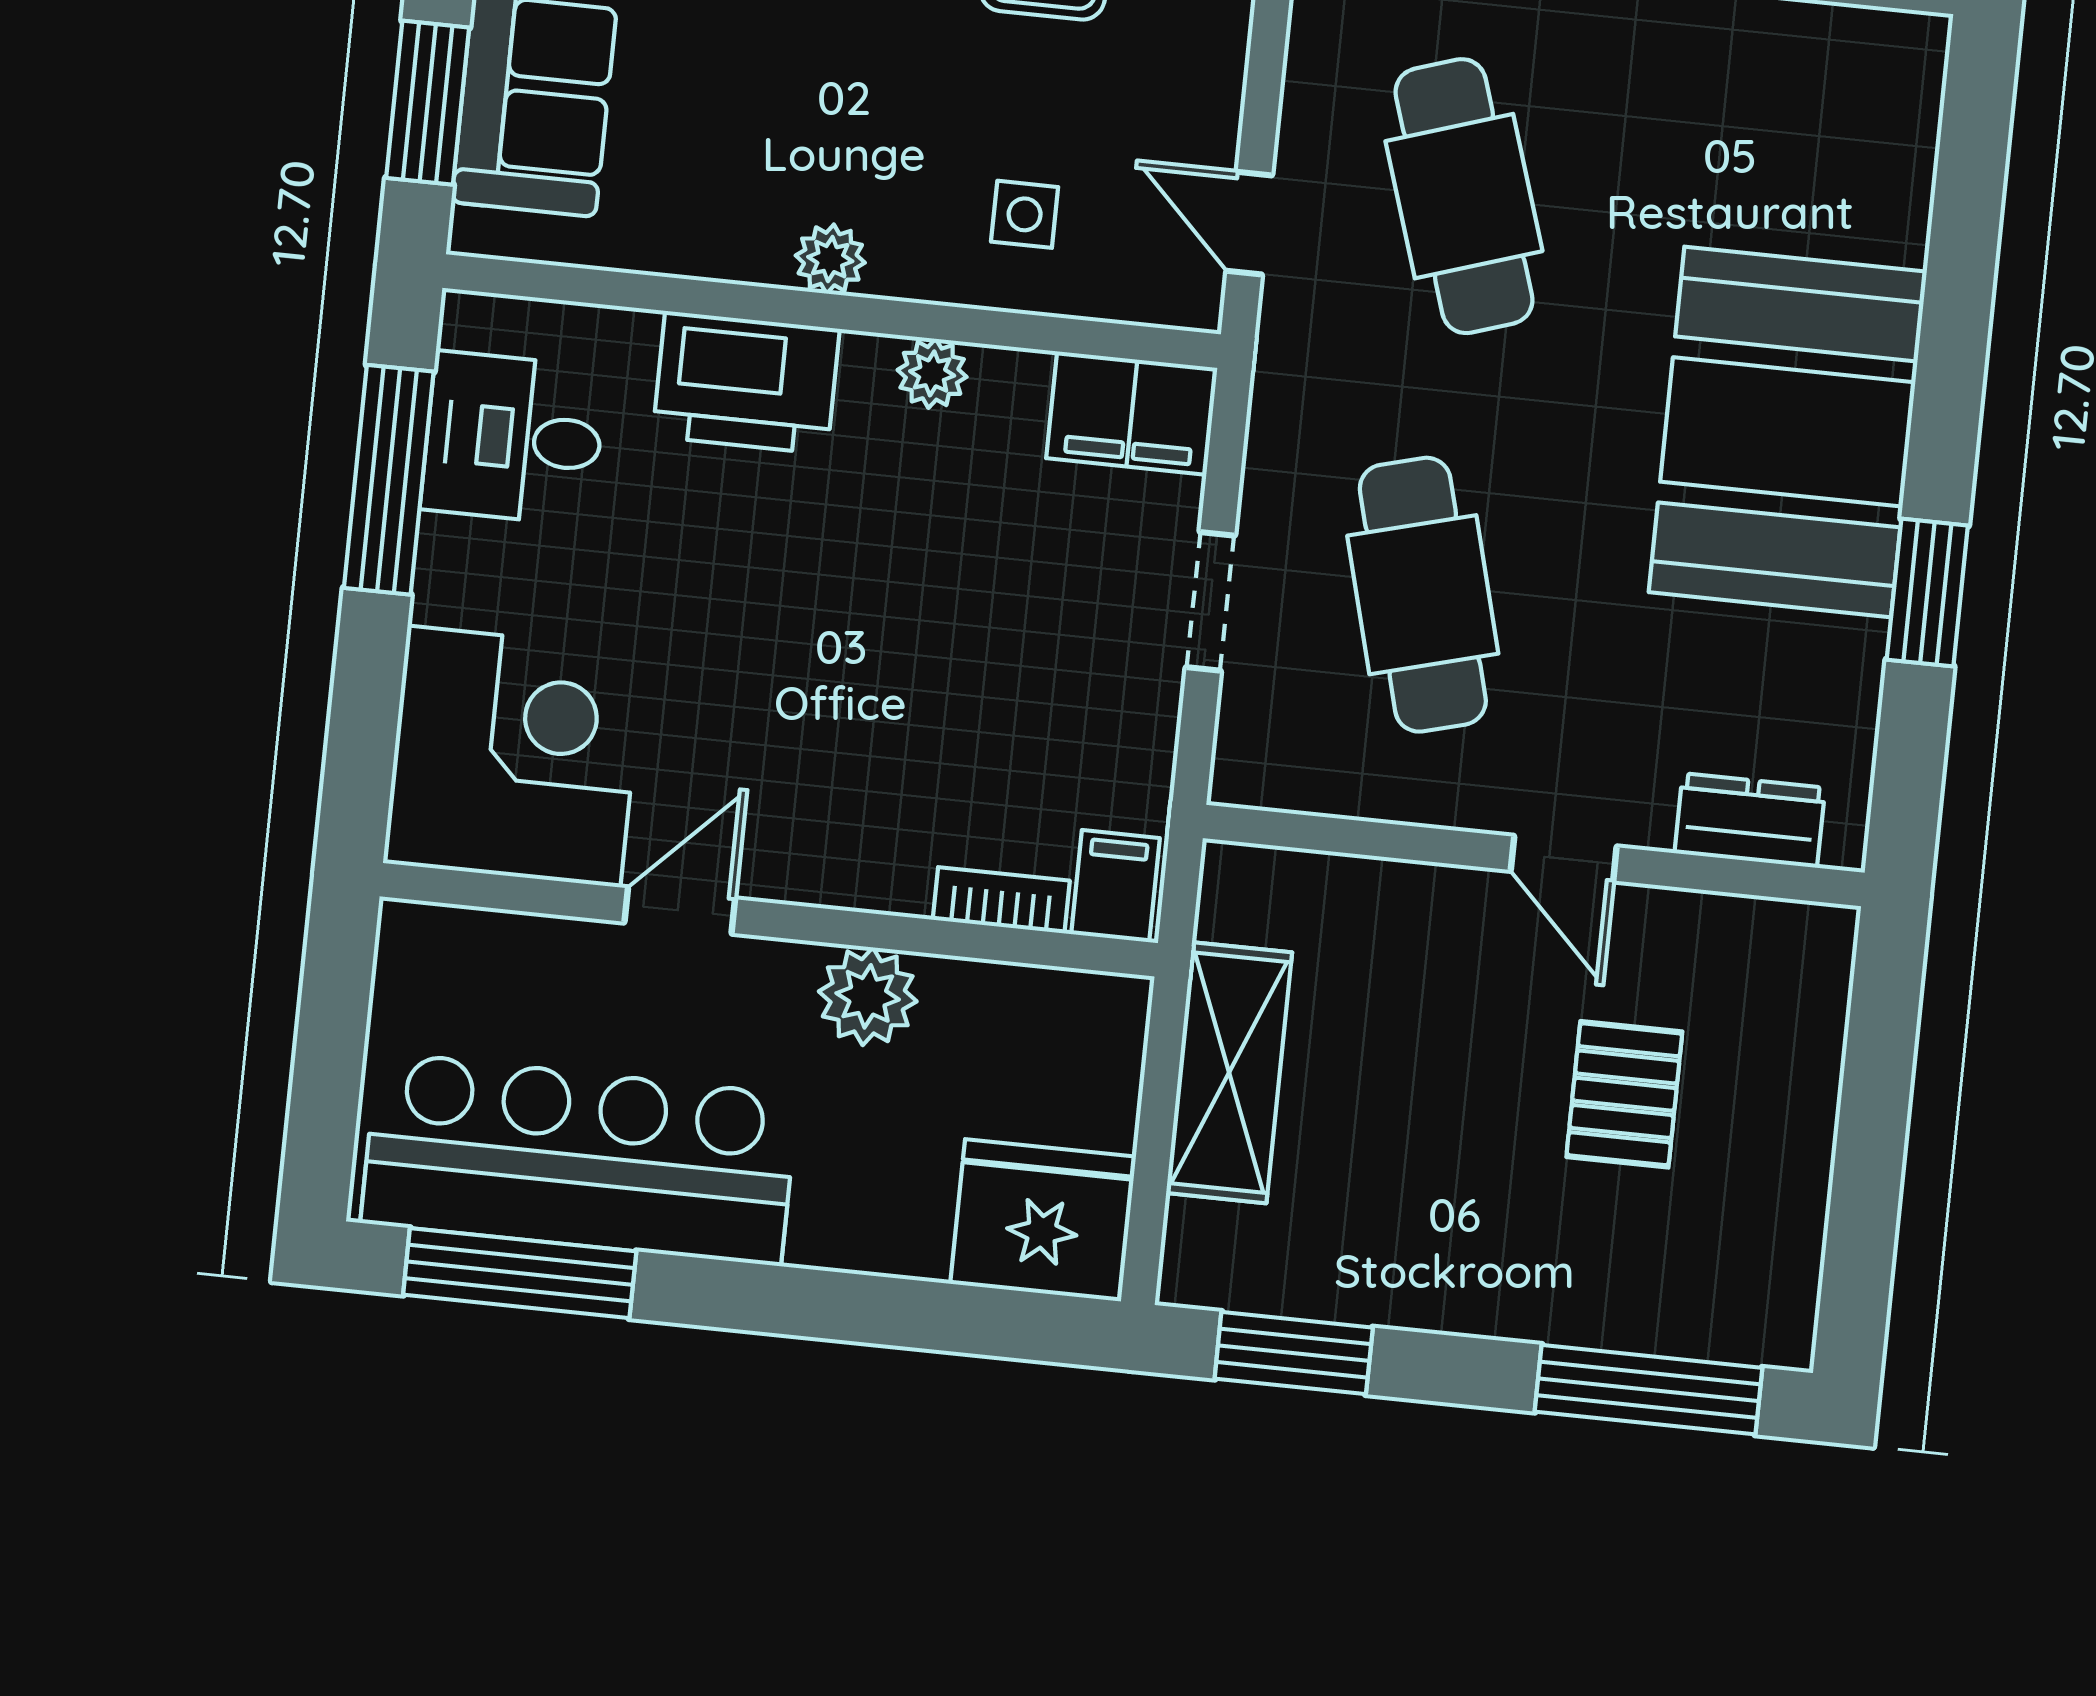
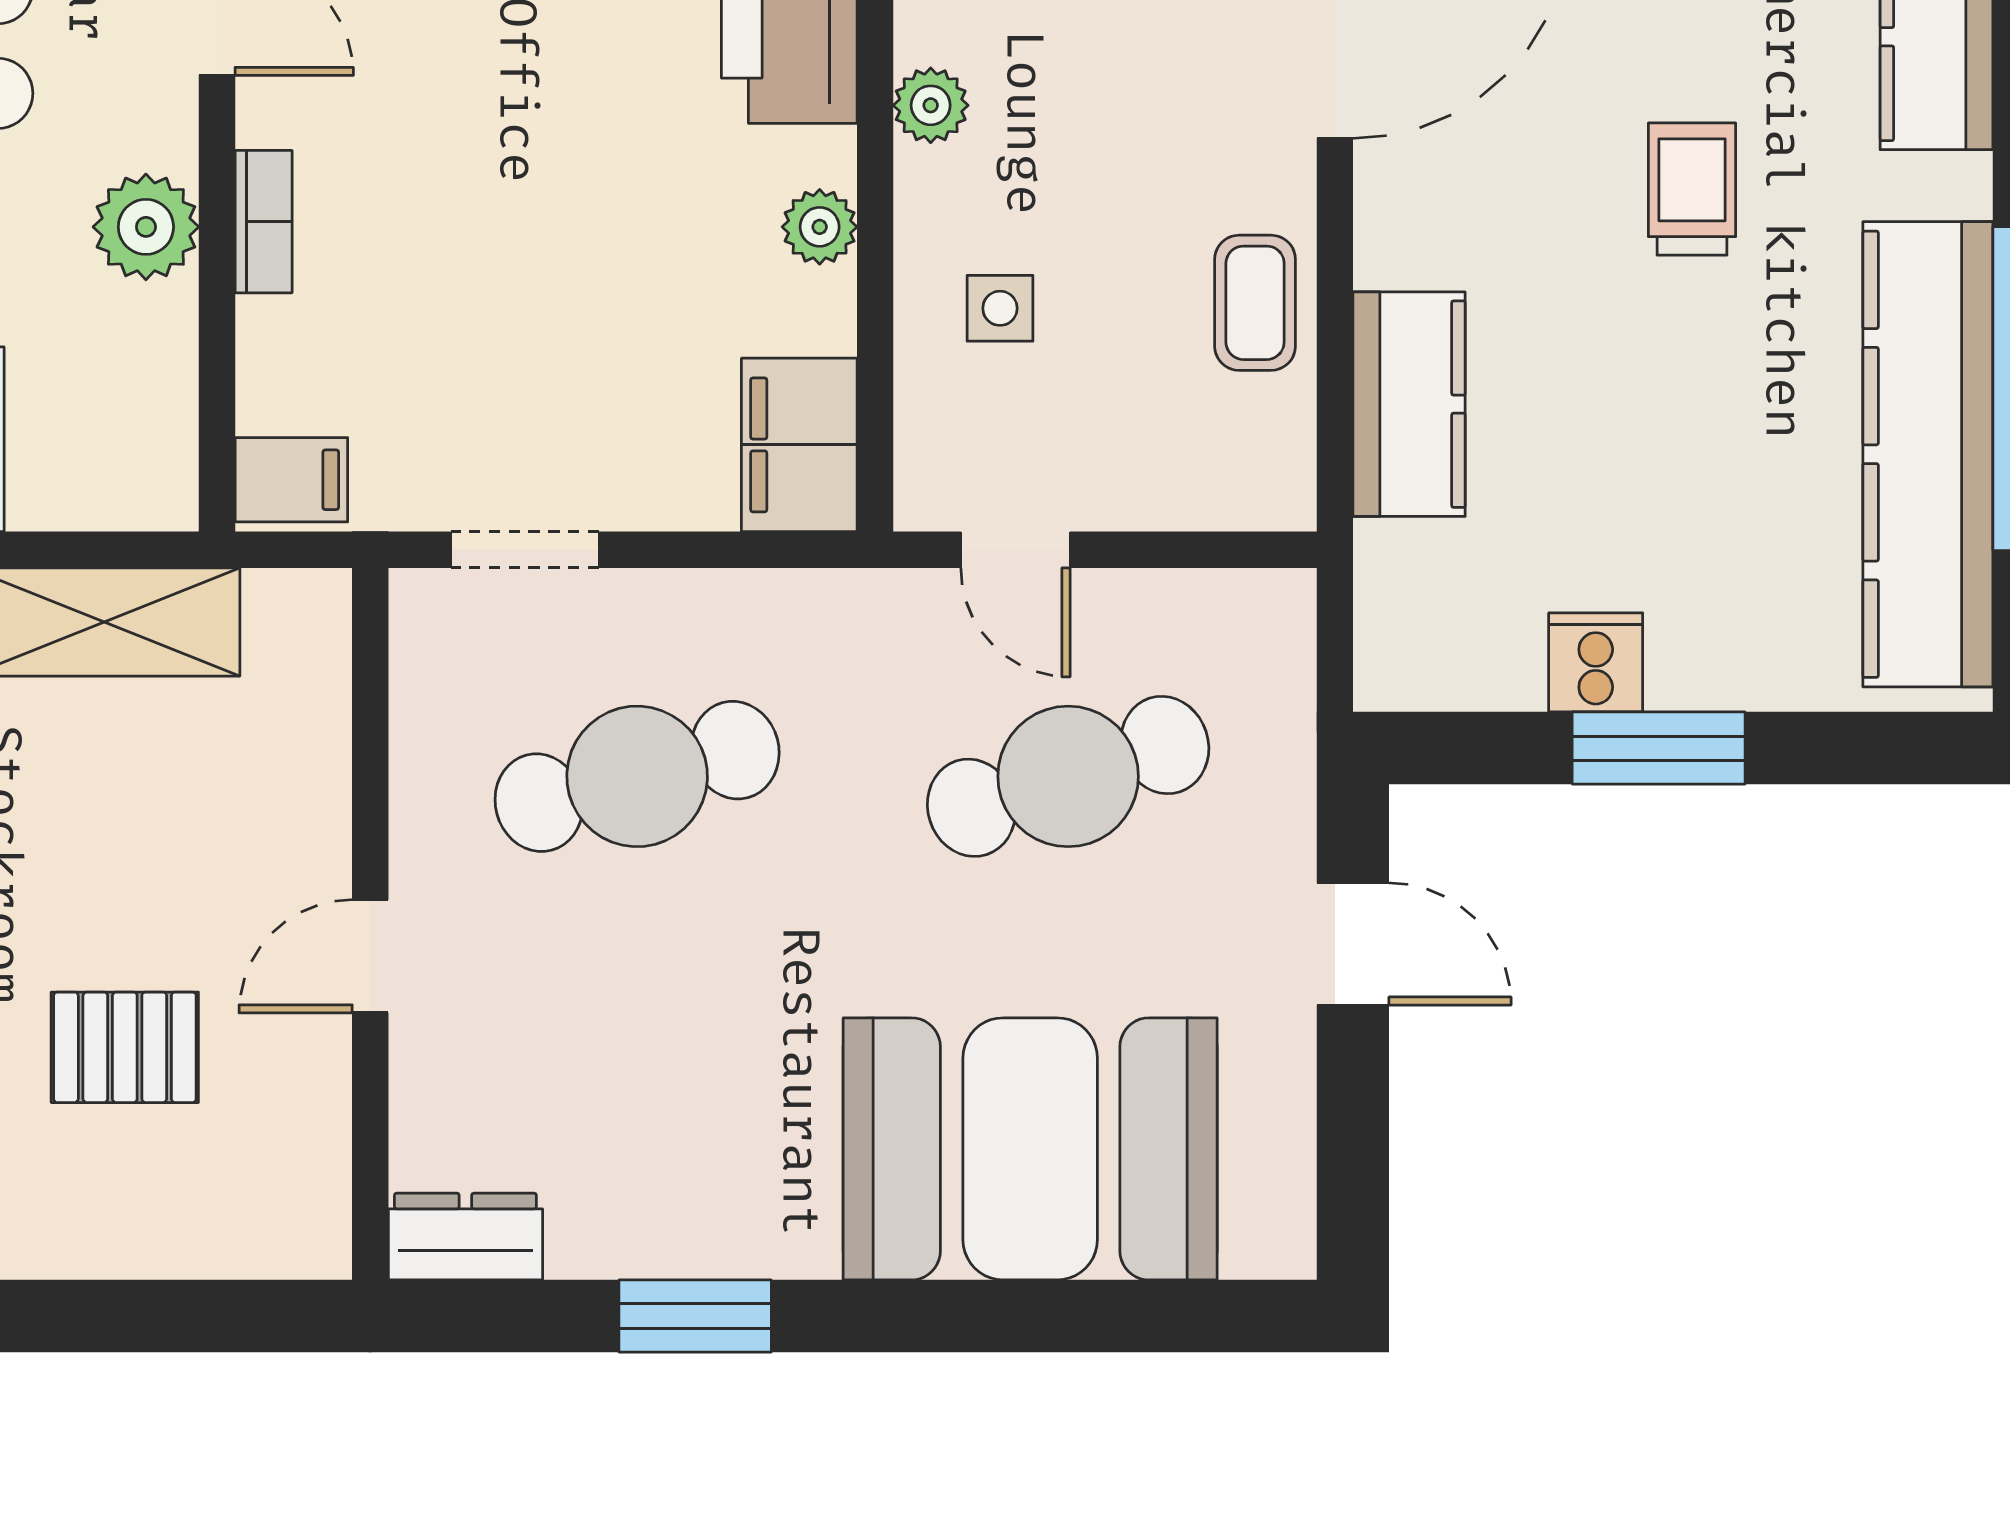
door: (1249, 223) -> (1015, 550), swing flipped
booth: (1788, 432) -> (1030, 1149), moved
doorway: (1210, 601) -> (525, 550), moved
dresser: (1750, 820) -> (465, 1237), moved, turned -90
bookcase: (1001, 900) -> (264, 222), moved

